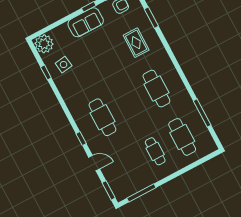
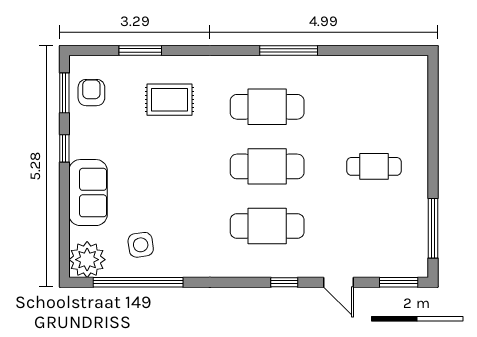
sofa: (86, 22) -> (88, 193), moved
window: (46, 72) -> (138, 282), width x3.17
window: (202, 113) -> (289, 50), moved
cafe table: (182, 137) -> (267, 166), moved
door: (94, 163) -> (338, 282), swing flipped

